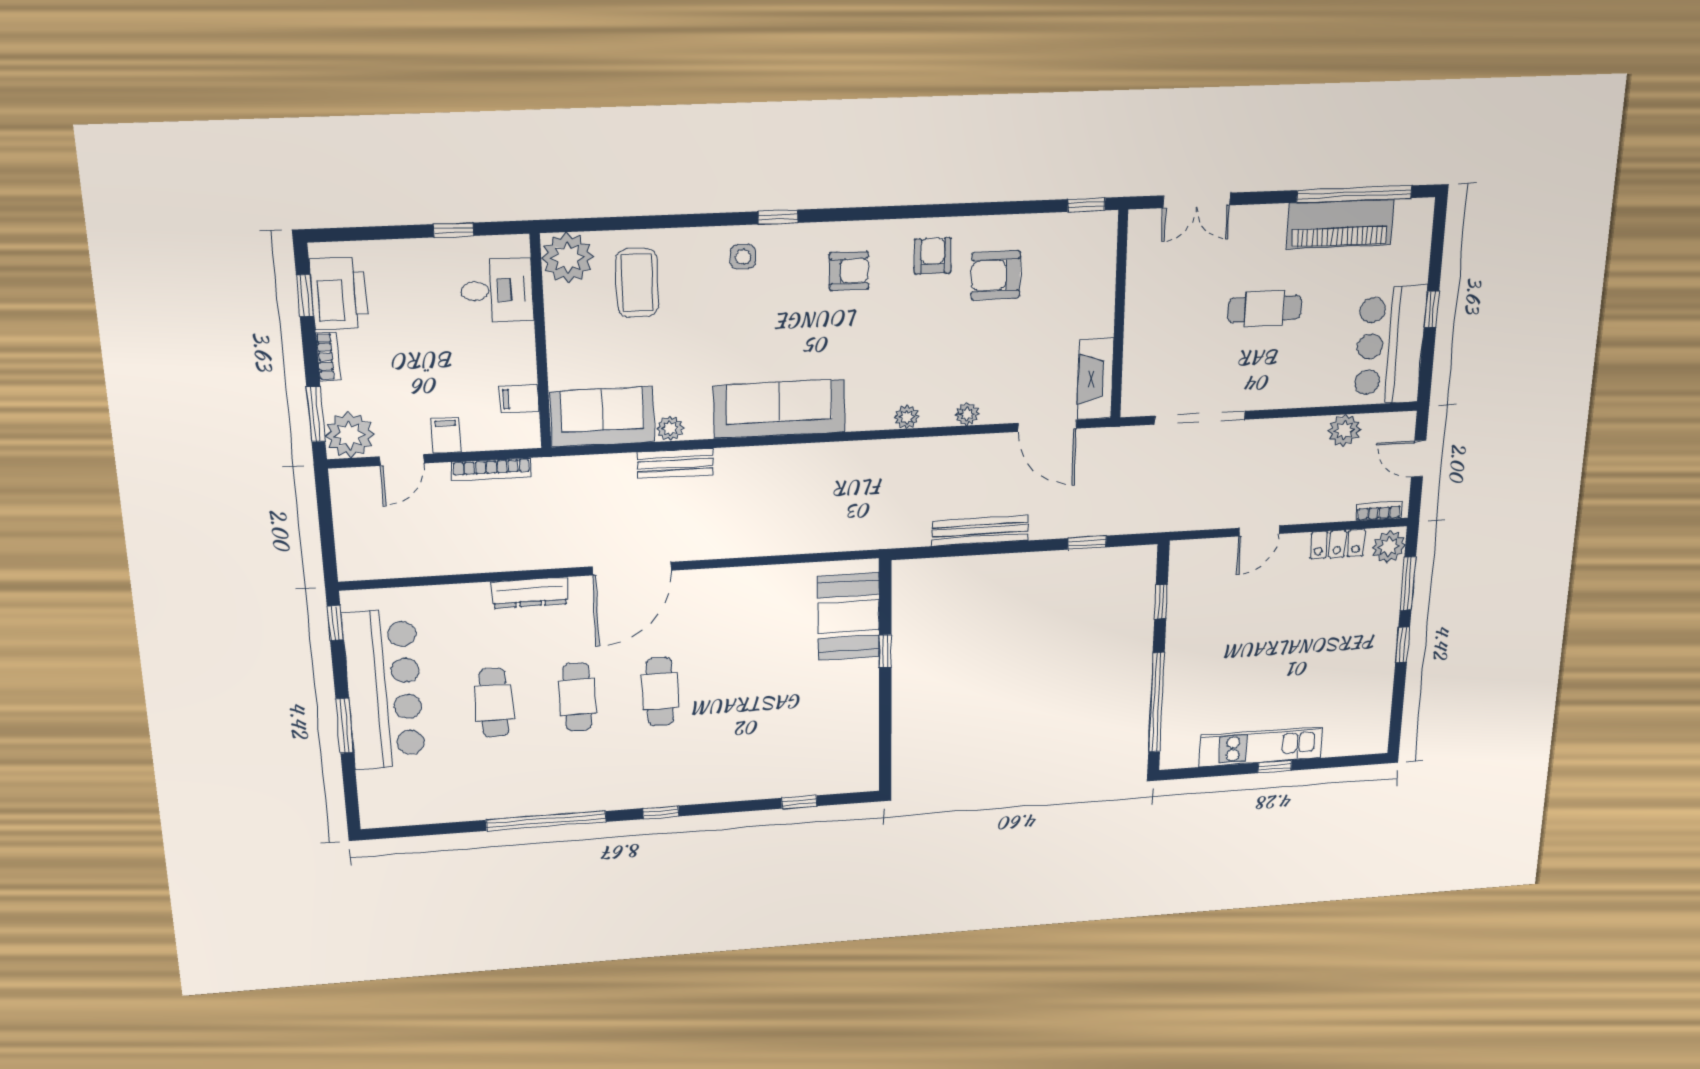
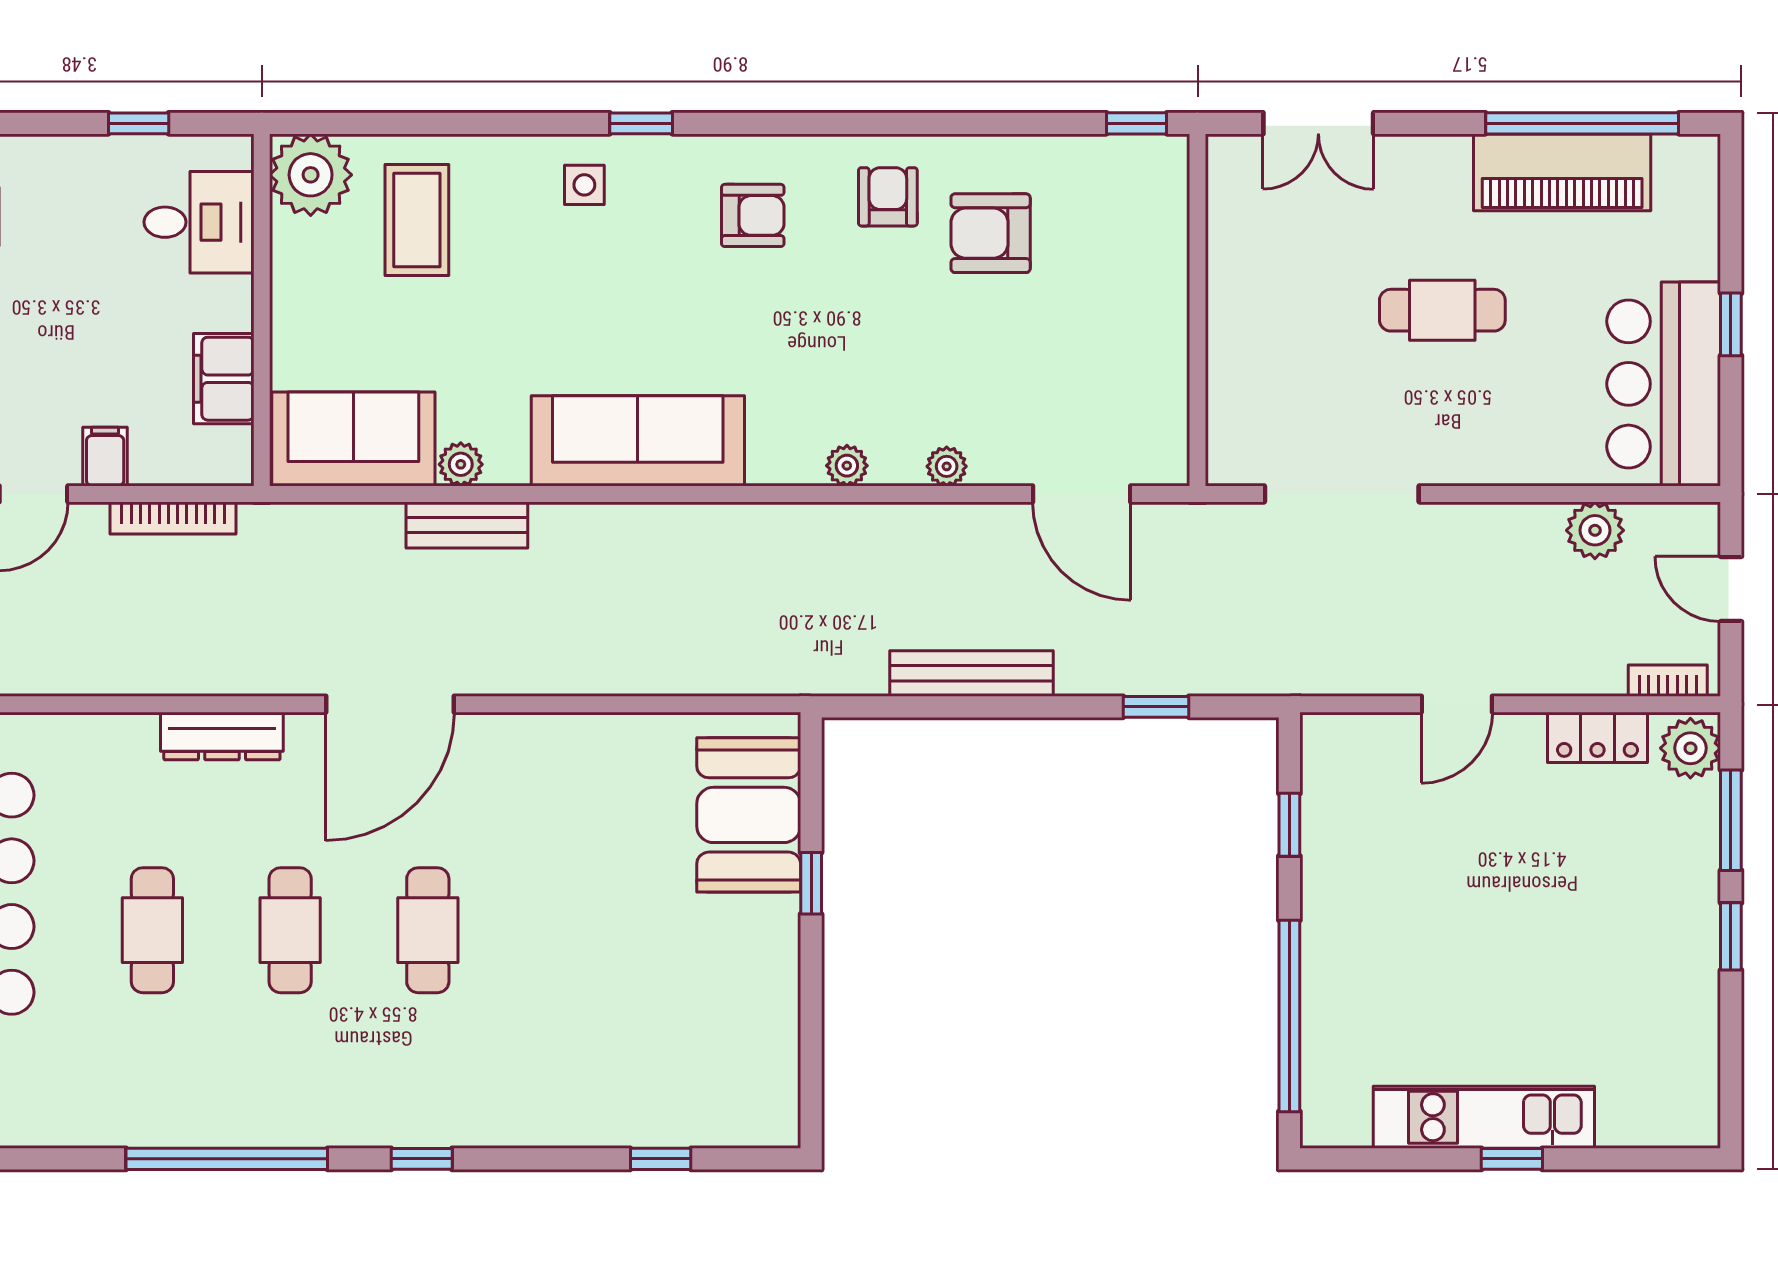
fireplace: (1096, 379) -> (1161, 417), removed
filing cabinet: (519, 399) -> (224, 379), width x2.00

